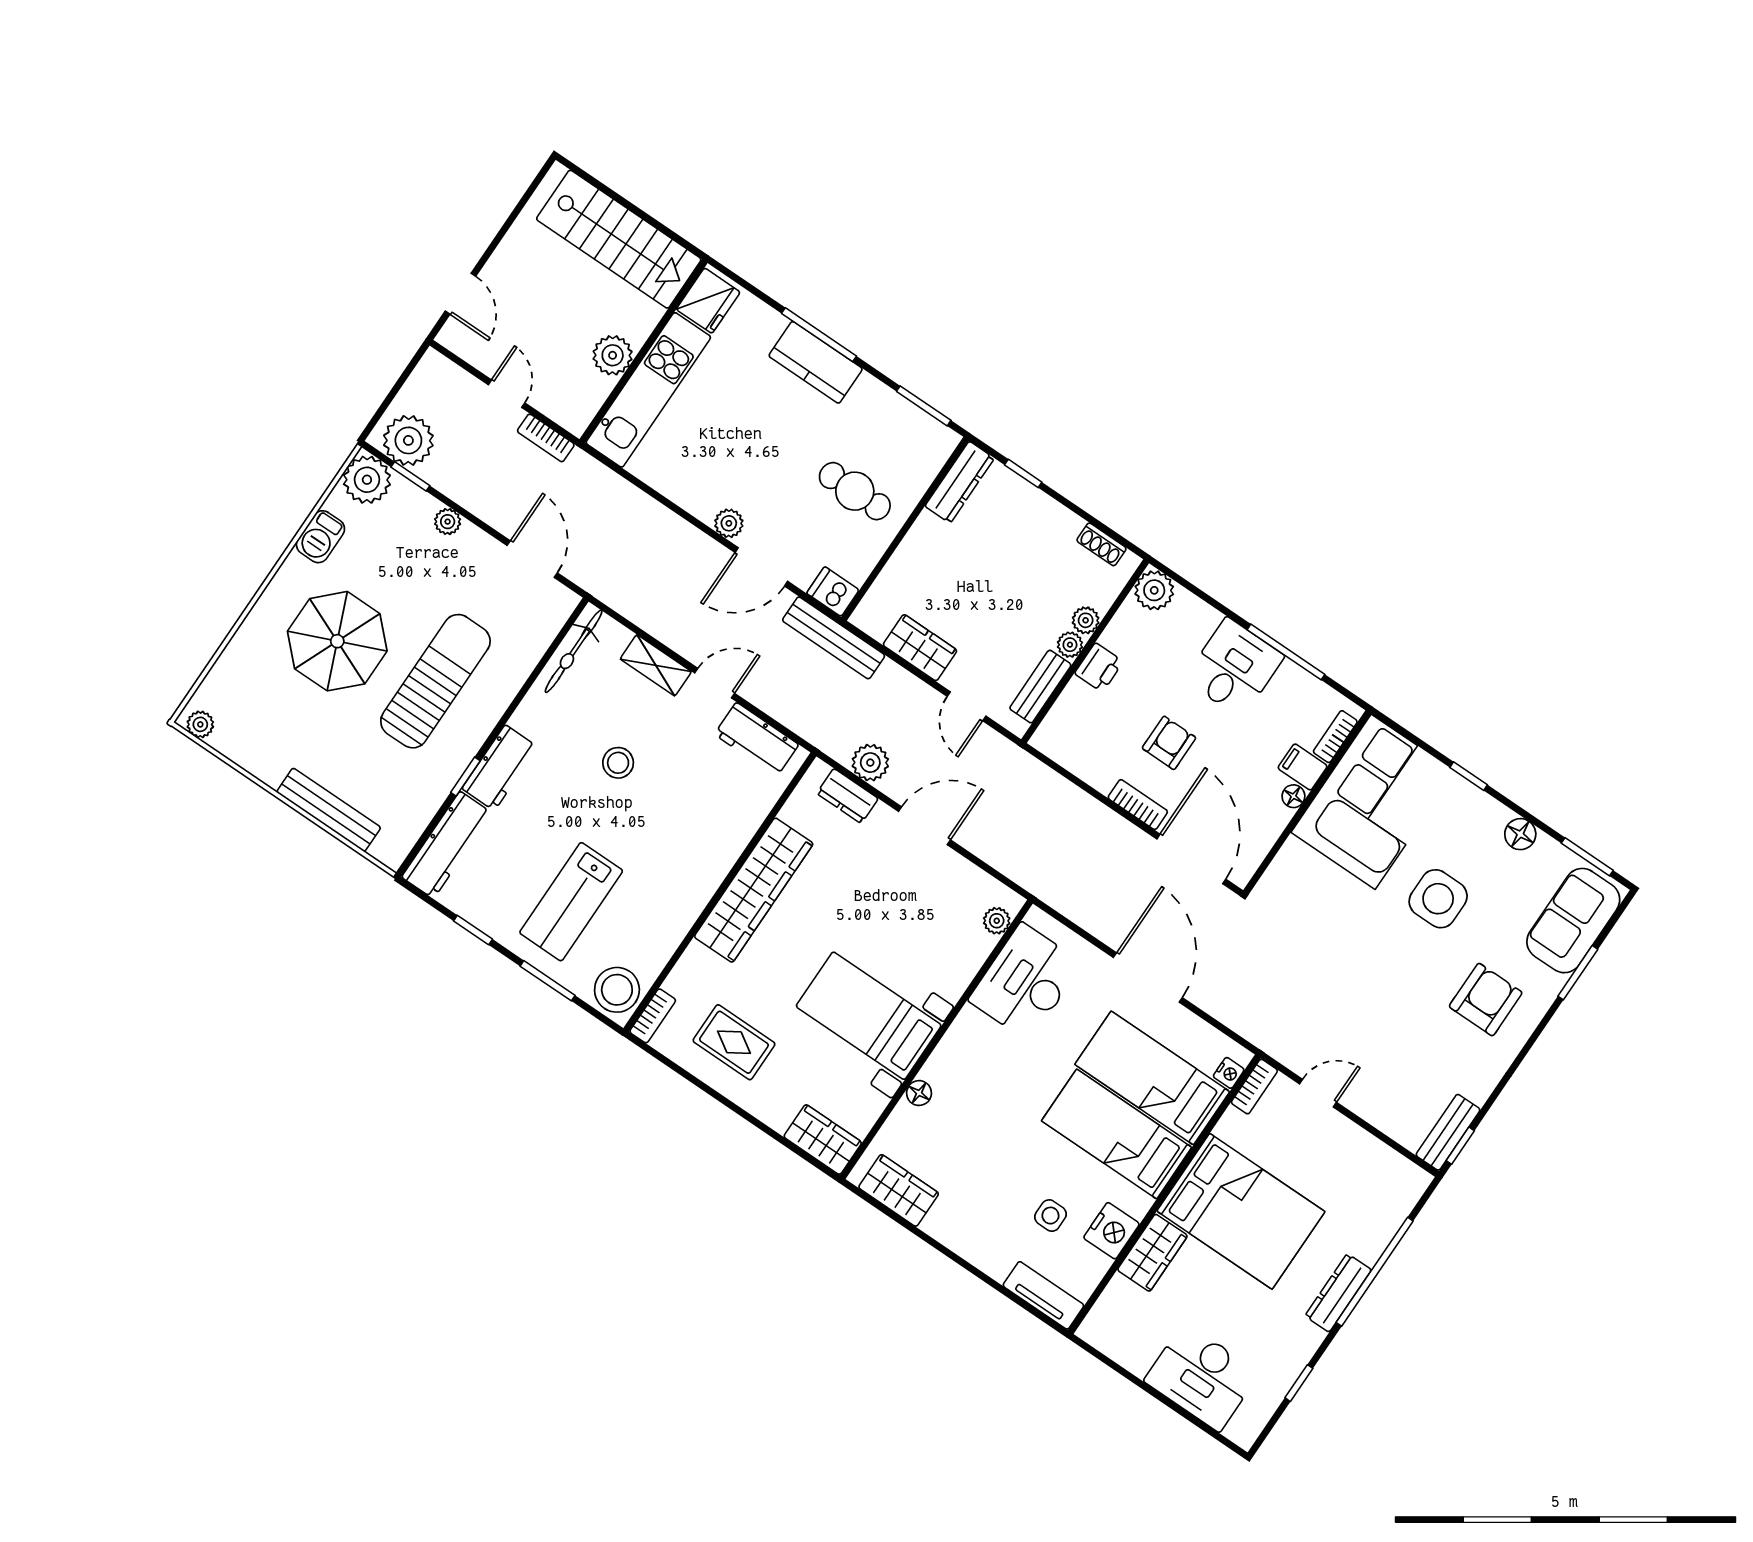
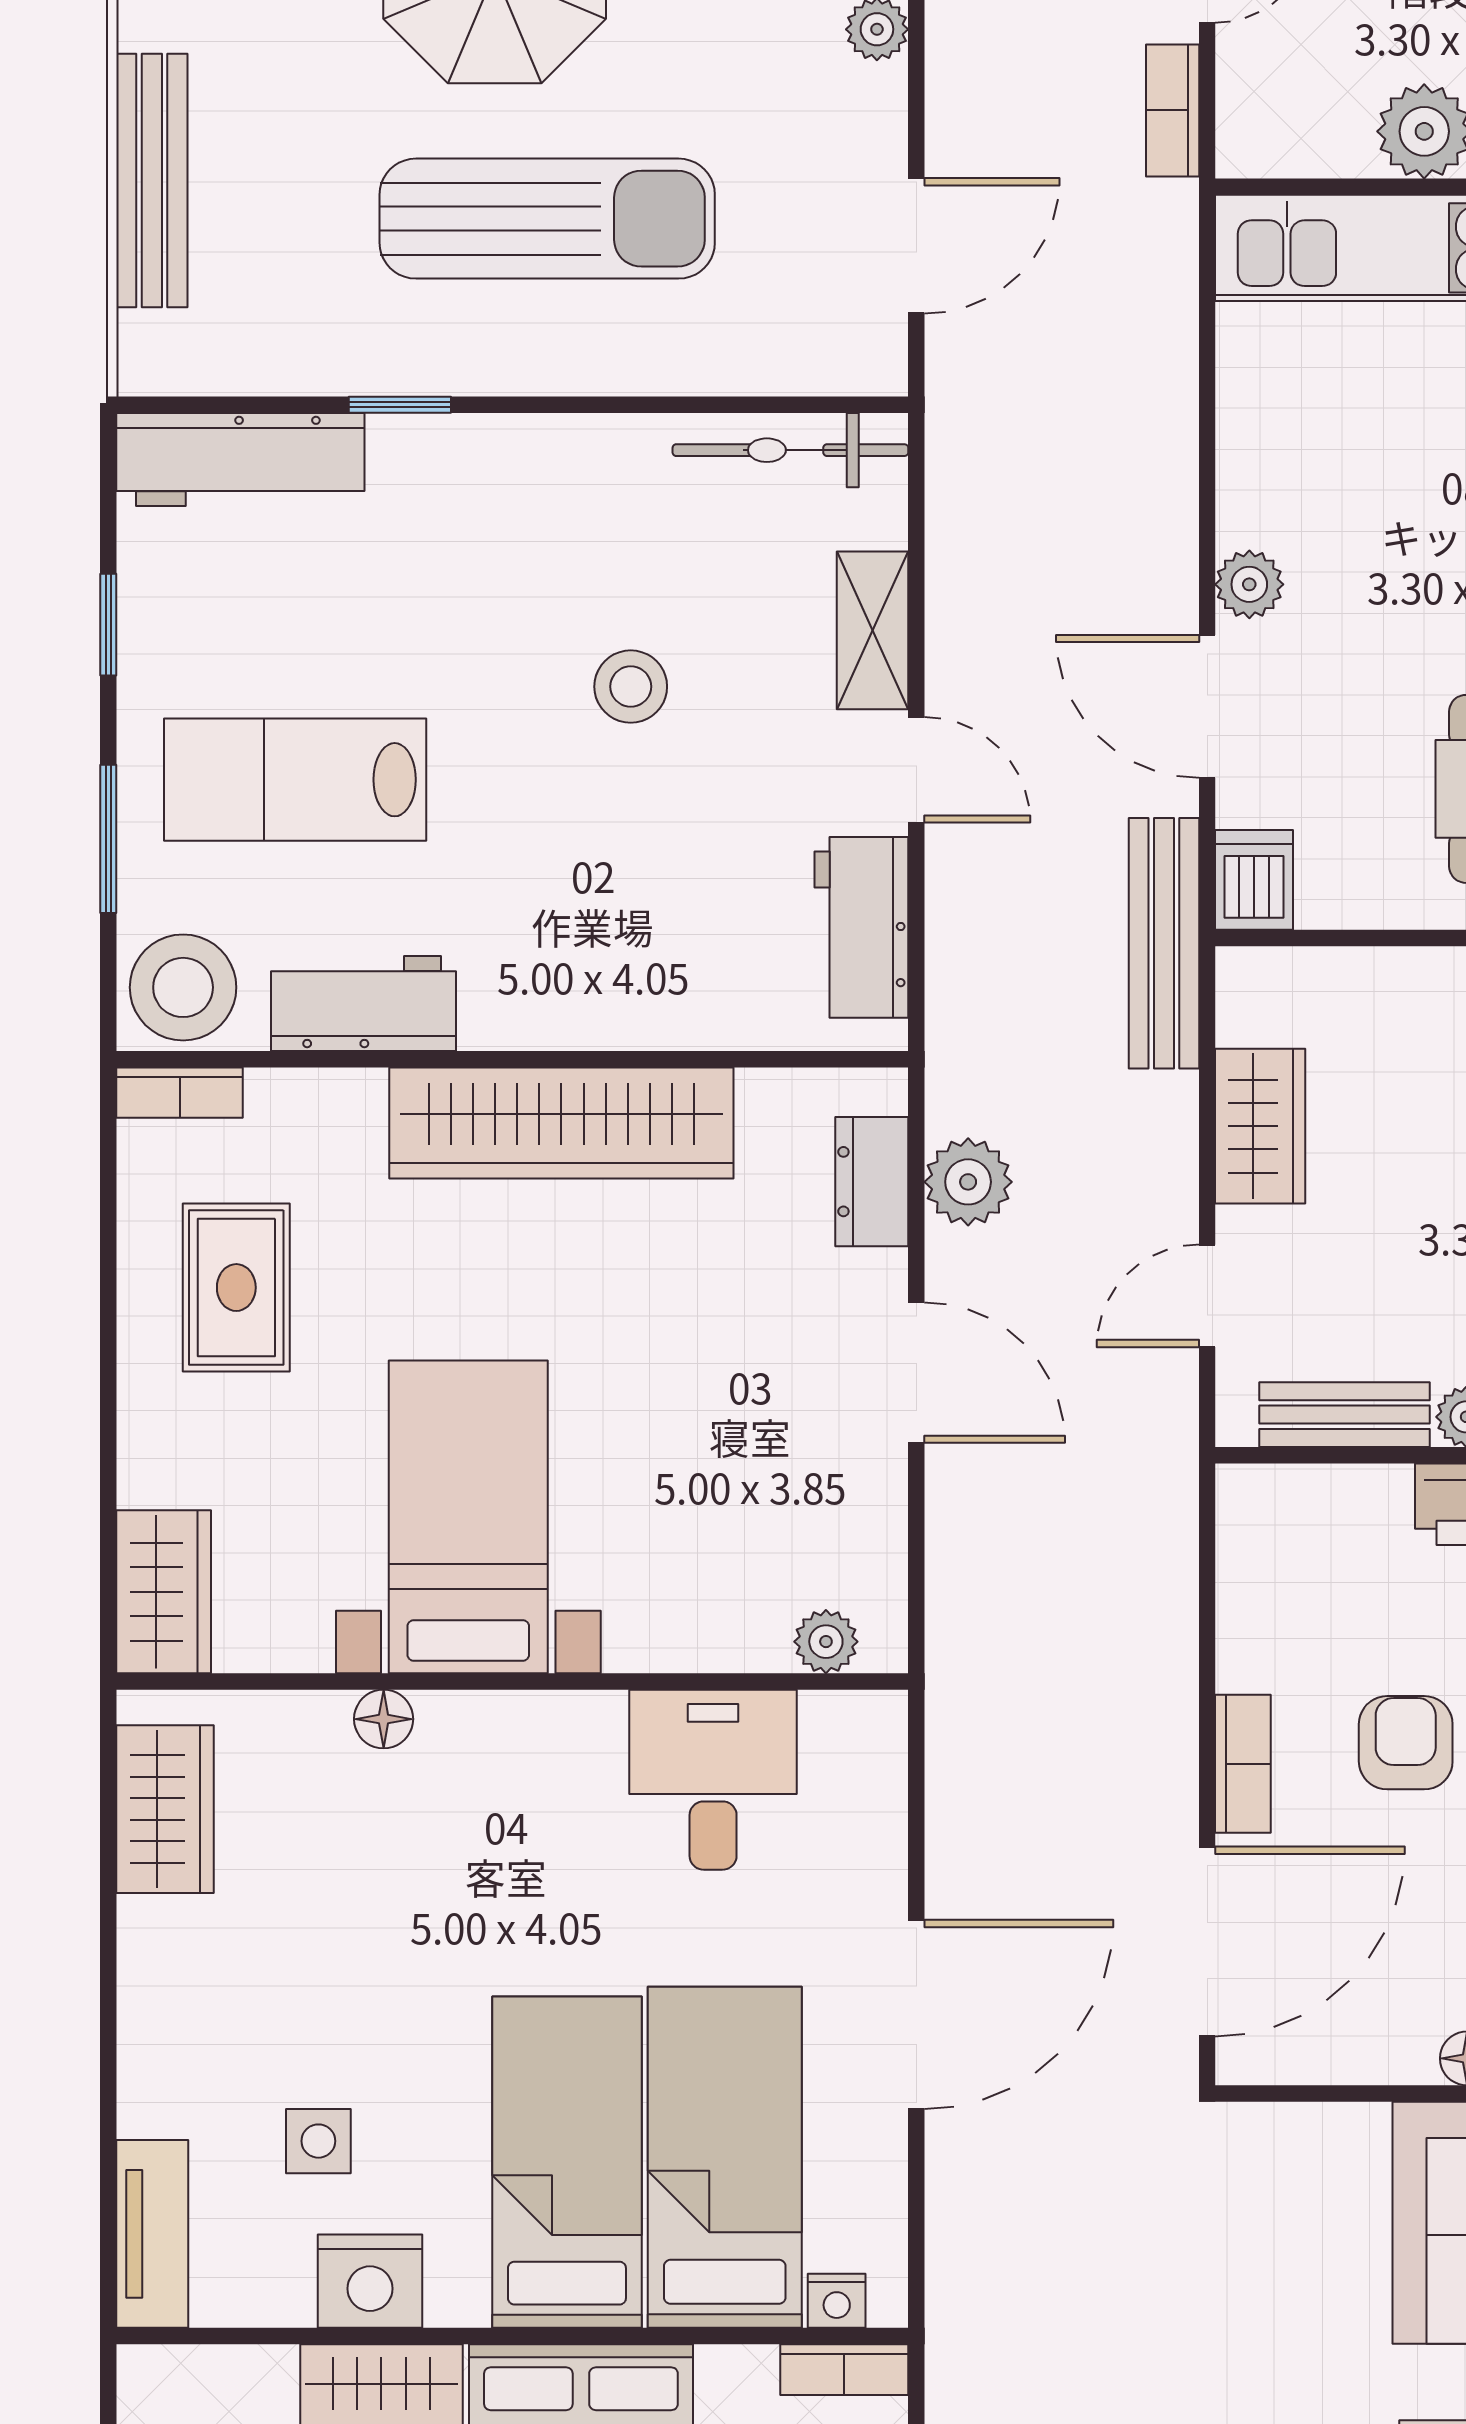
armchair: (1169, 743) -> (1406, 1743), turned -90
workbench: (500, 768) -> (363, 1003), moved, turned 180
desk: (1025, 982) -> (713, 1780), width x0.73

